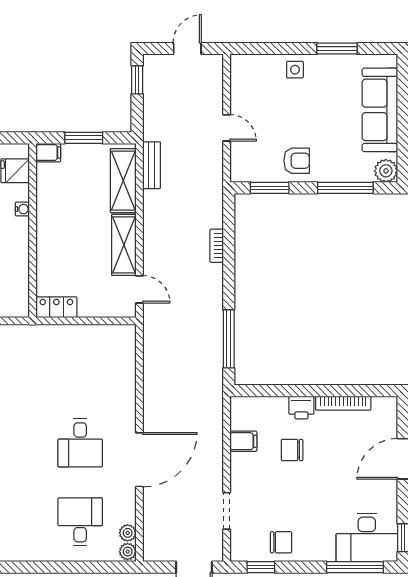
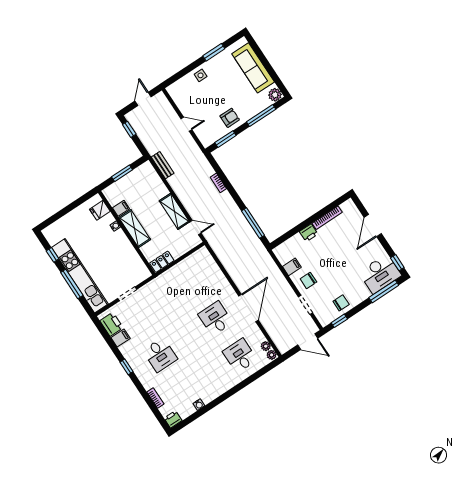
filing cabinet: (48, 153) -> (121, 208), moved
shelving: (123, 181) -> (135, 228), moved
desk: (80, 443) -> (215, 318), turned 180
chair: (292, 450) -> (308, 280), moved

